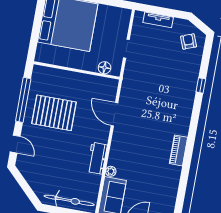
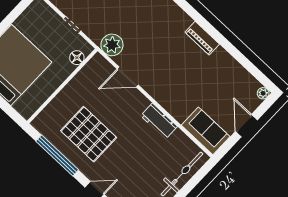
pallet: (54, 113) -> (89, 134), turned 90
plant: (111, 171) -> (112, 45), moved, width x1.87, depth x1.87

